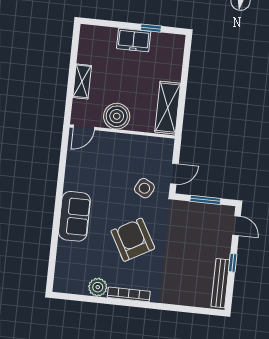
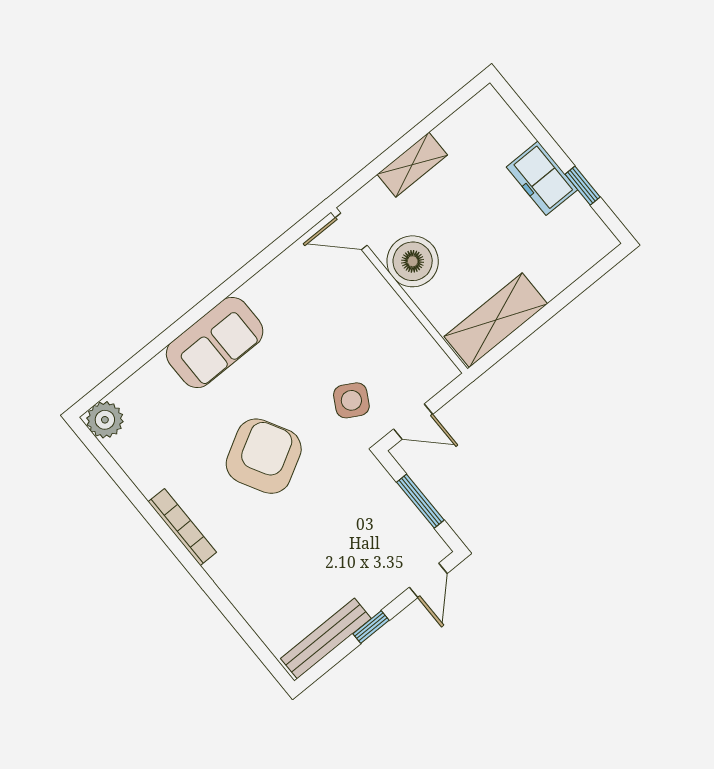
plant: (98, 287) -> (105, 420), moved

